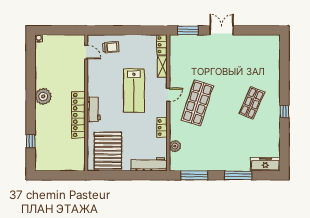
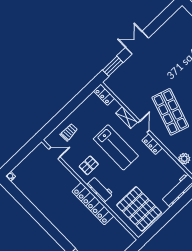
shelving: (162, 67) -> (127, 118), moved
pallet: (102, 85) -> (89, 165), added
plant: (43, 96) -> (54, 215), removed
locker: (162, 128) -> (152, 144), moved

